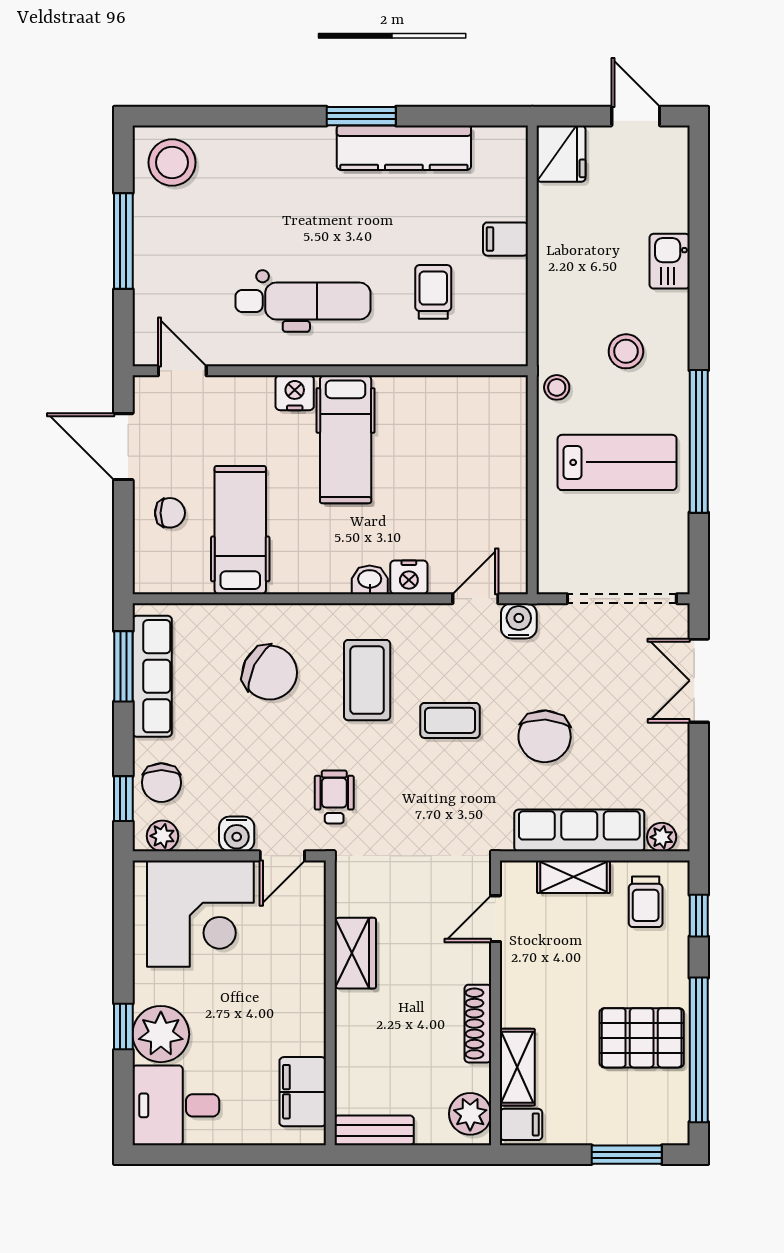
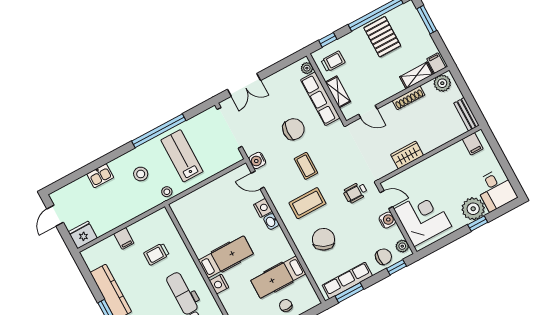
filing cabinet: (303, 1092) -> (473, 144), width x0.50

